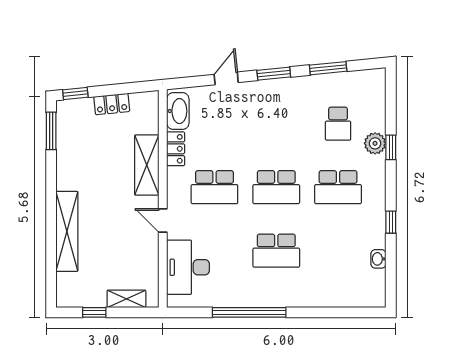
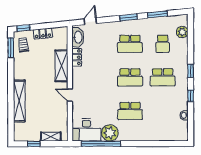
door: (226, 78) -> (90, 21), moved
trolley: (75, 125) -> (23, 45), added
plant: (375, 143) -> (182, 32), moved
window: (391, 147) -> (191, 71), moved
school desk: (214, 187) -> (130, 44), moved
desk: (188, 267) -> (86, 130), moved, turned -90
plant: (238, 292) -> (110, 133), added
window: (249, 312) -> (101, 144), moved

